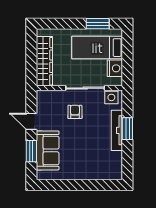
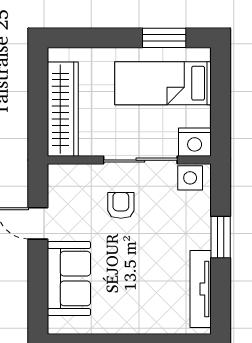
nightstand: (115, 68) -> (195, 142), moved, turned 90
tv unit: (117, 130) -> (201, 289), moved
window: (31, 151) -> (38, 280), removed

